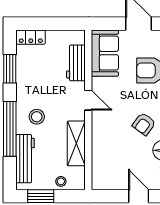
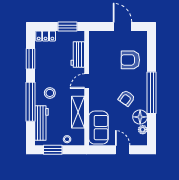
window: (61, 24) -> (68, 26), added
sofa: (105, 53) -> (98, 128), moved
door: (88, 100) -> (87, 81), swing flipped

